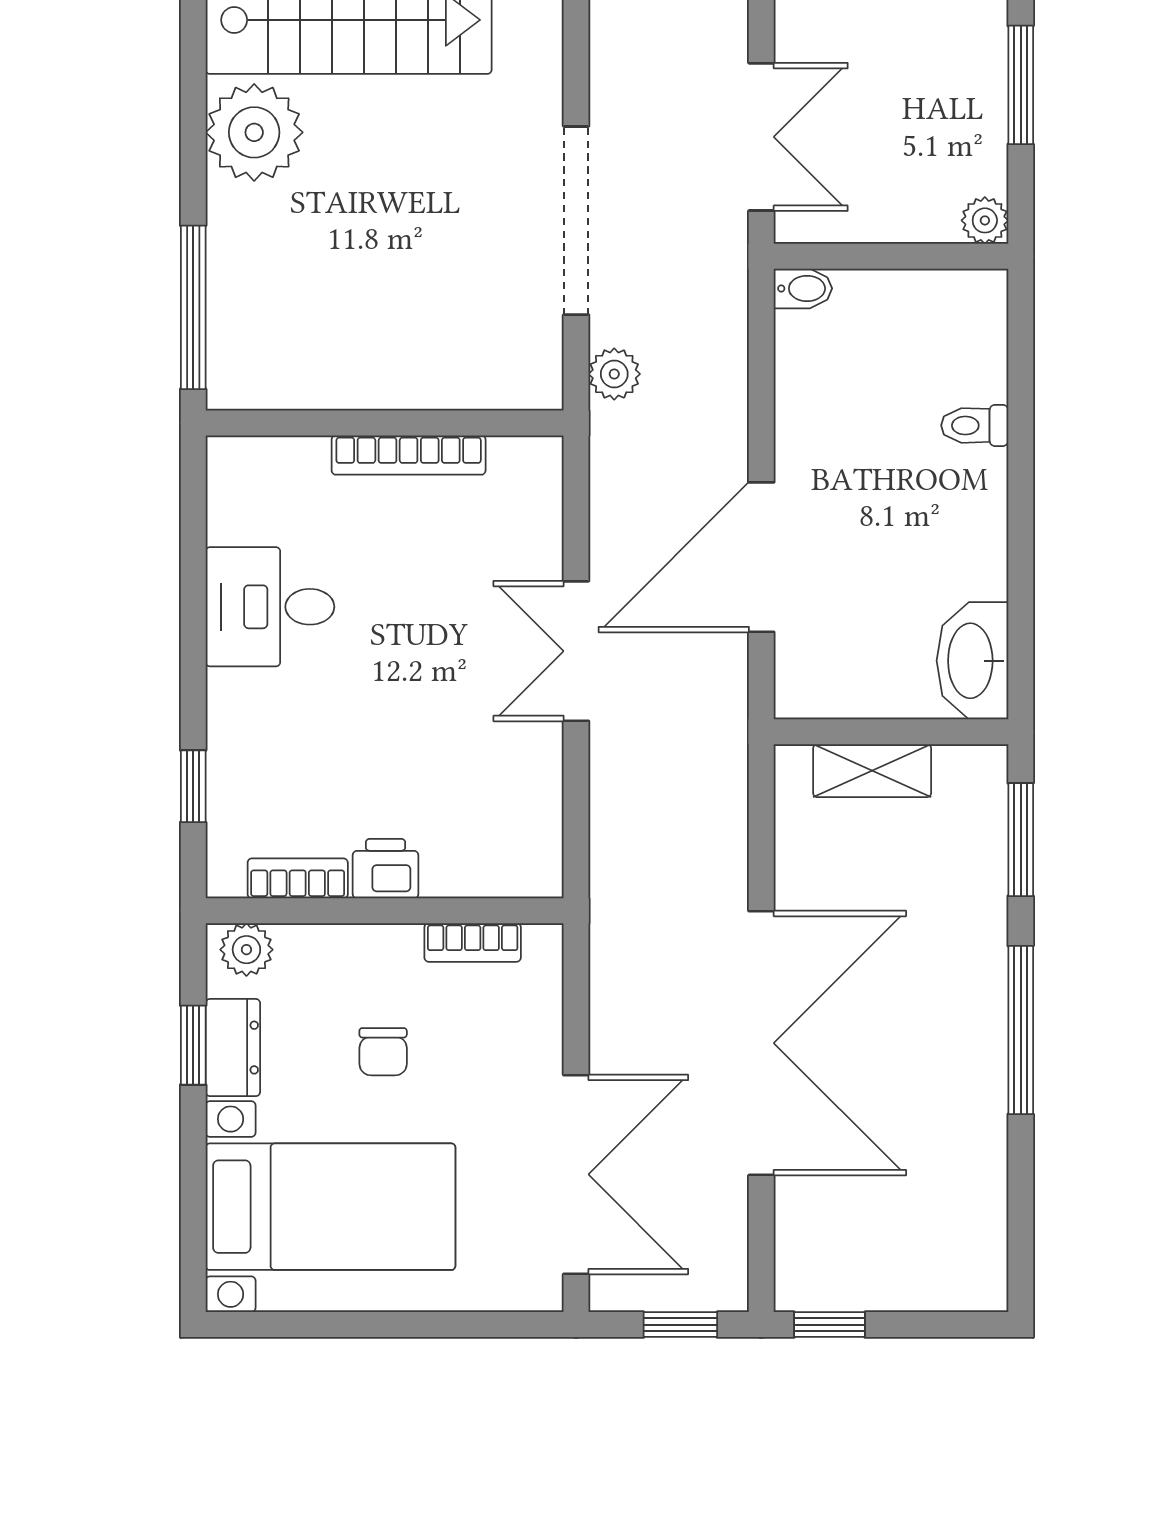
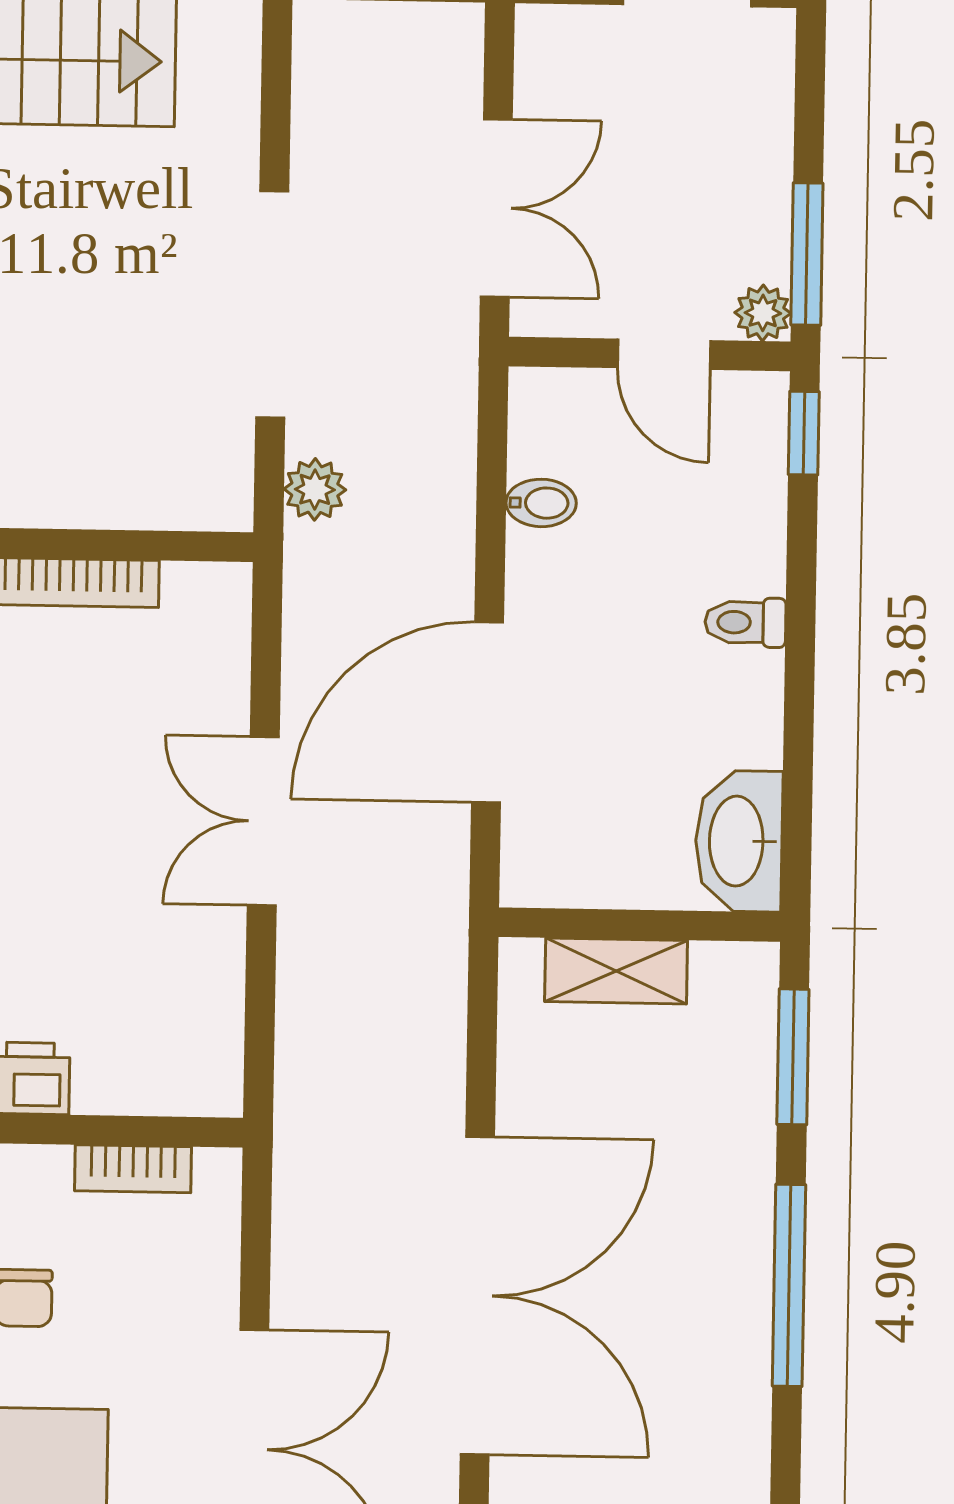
window: (1021, 85) -> (807, 254), moved
door: (903, 256) -> (664, 354), added
bidet: (803, 288) -> (541, 503), moved
window: (1021, 320) -> (804, 433), added
toilet: (975, 425) -> (745, 622), moved

